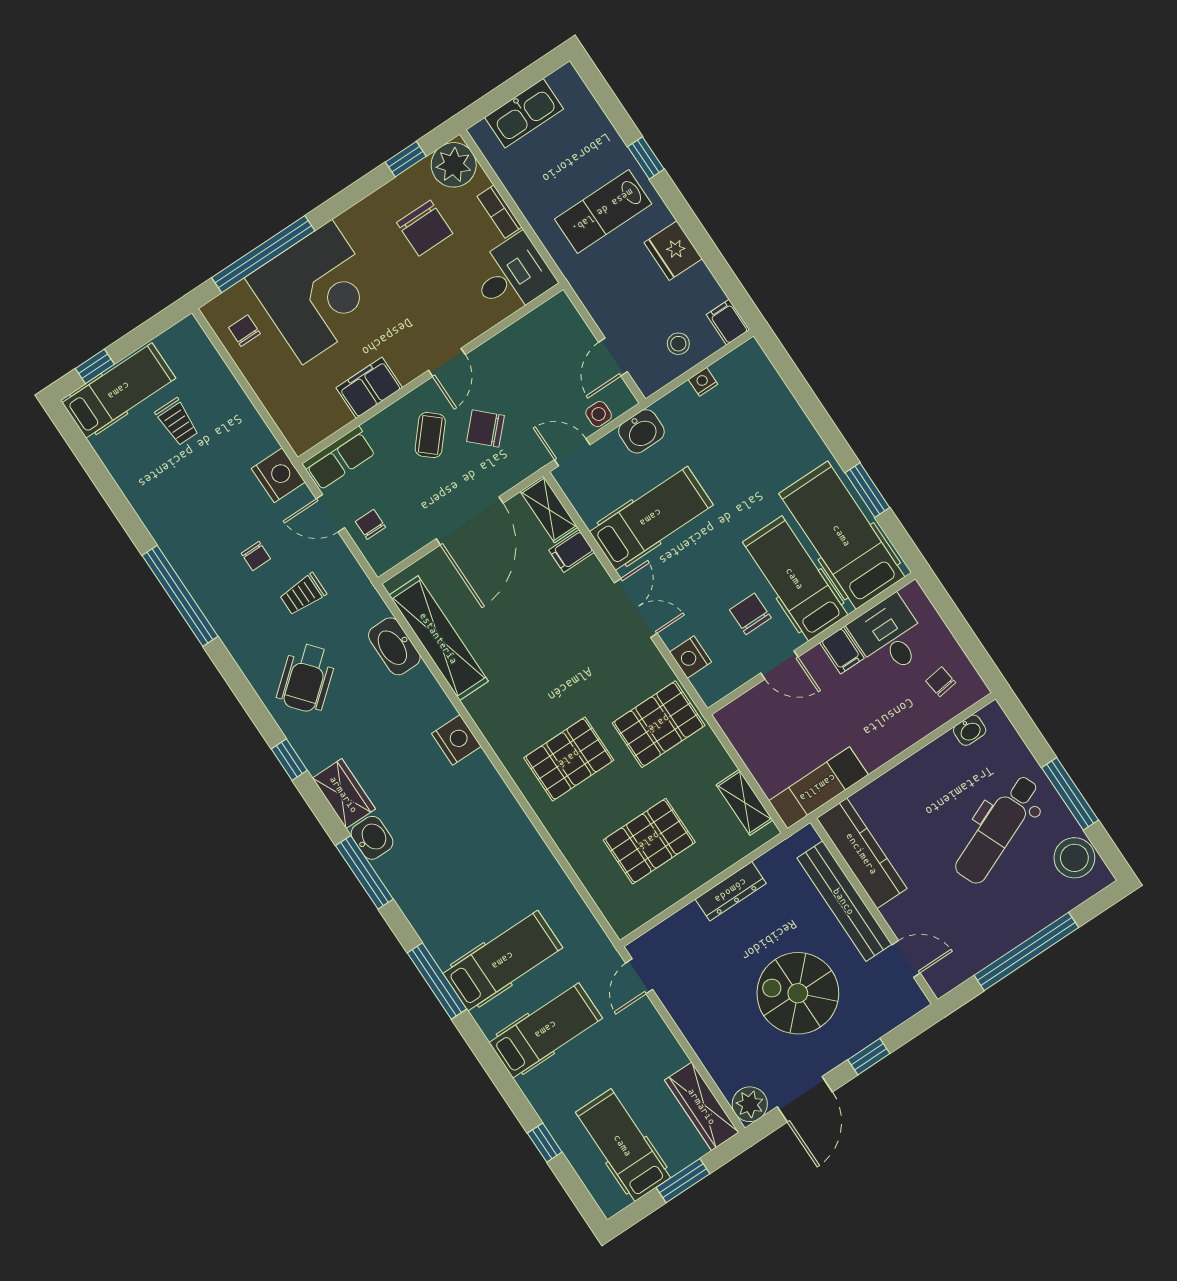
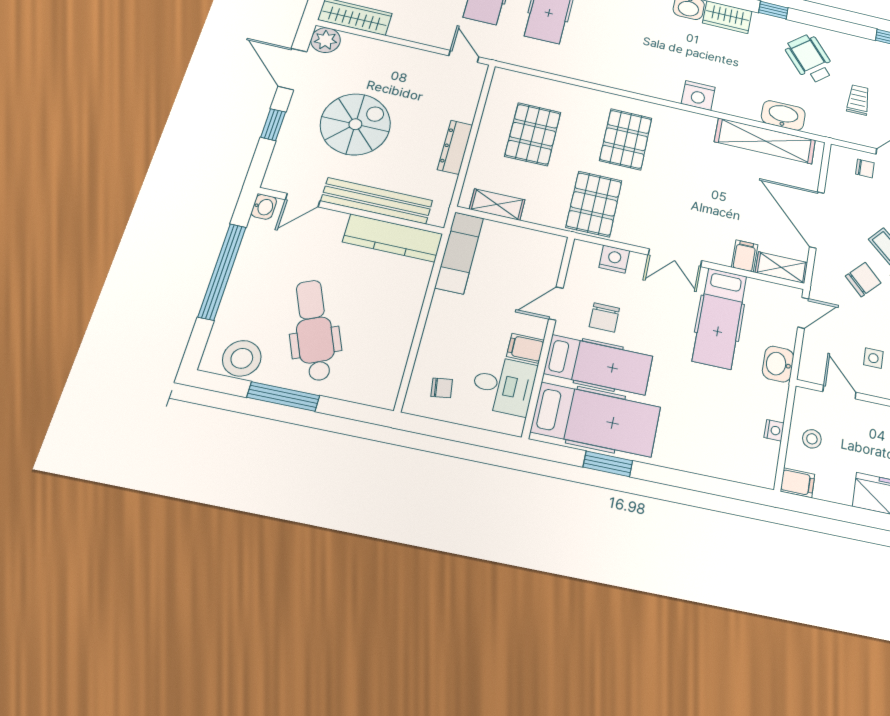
side table: (599, 414) -> (873, 358), moved
chair: (750, 614) -> (604, 318), turned 90
washbasin: (970, 730) -> (264, 207), moved, turned 180

